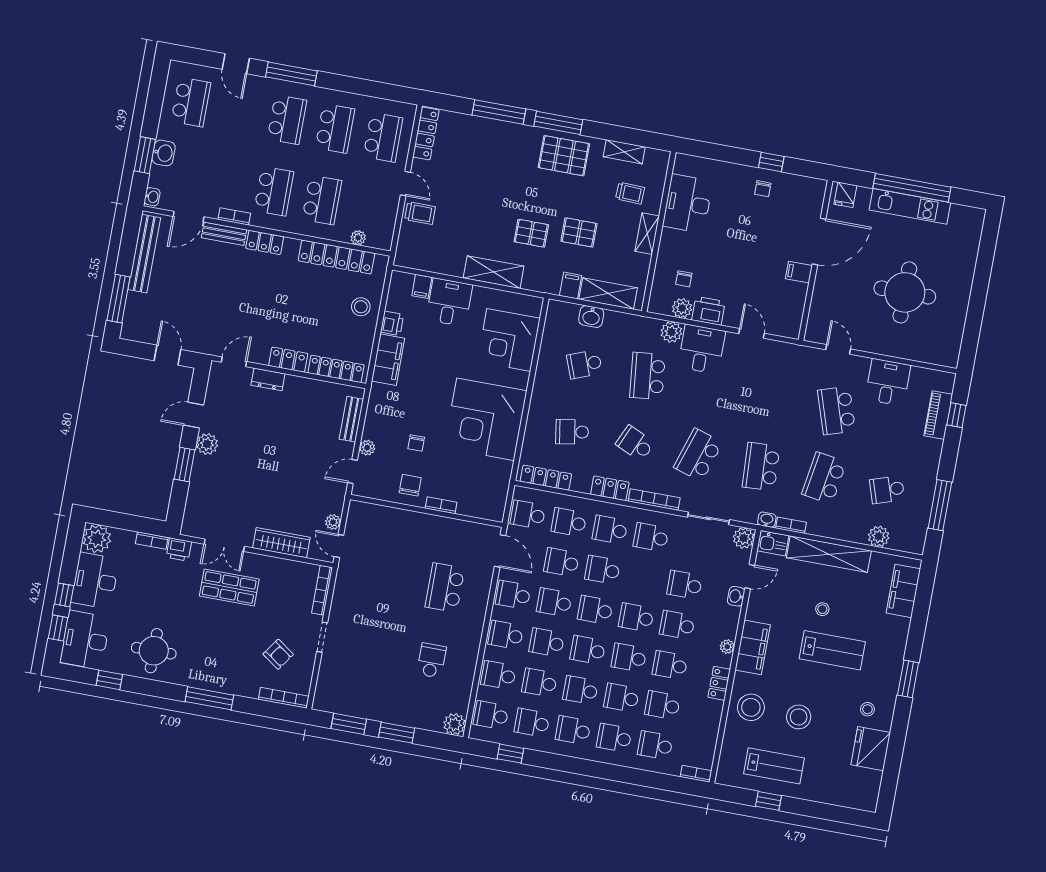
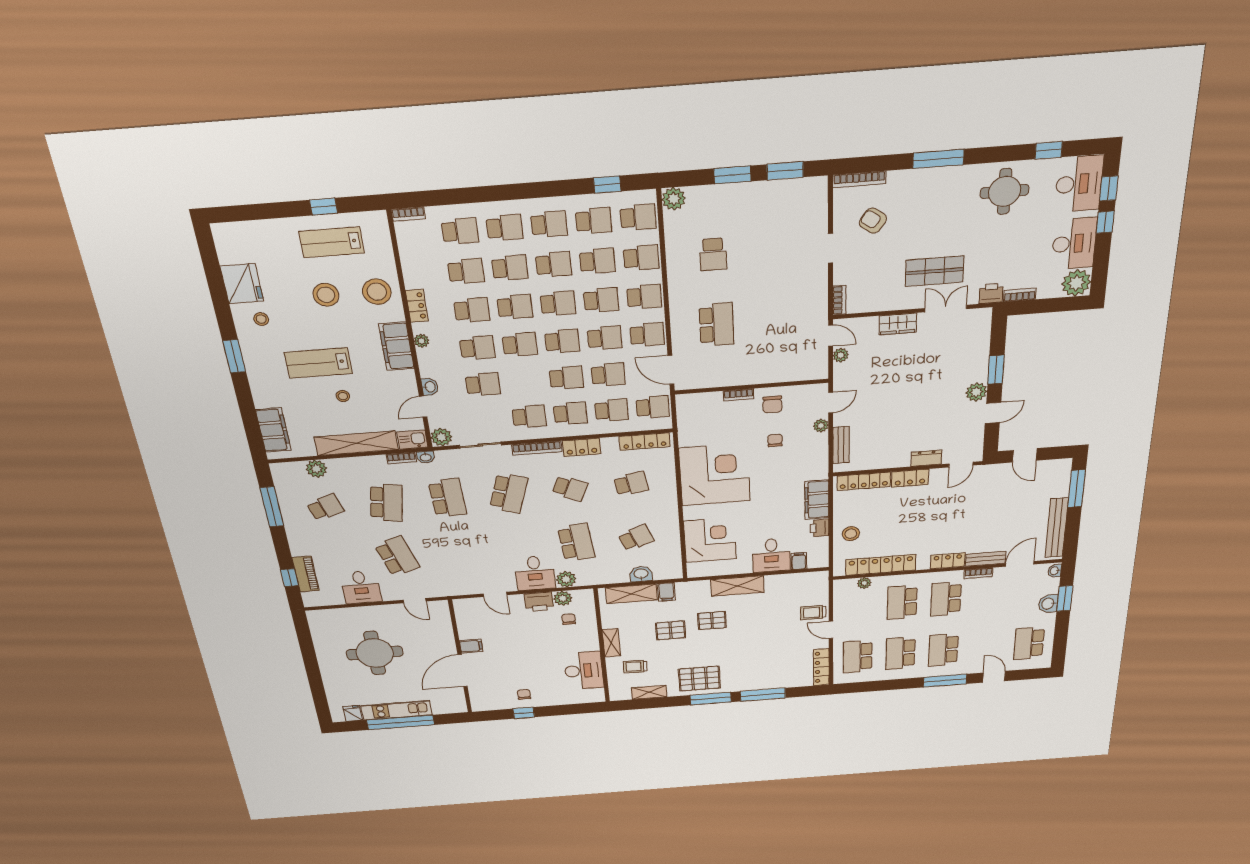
fridge: (845, 195) -> (353, 713), moved
wardrobe: (281, 543) -> (898, 324), width x0.67
bookcase: (322, 590) -> (839, 300), width x0.64

